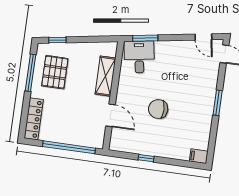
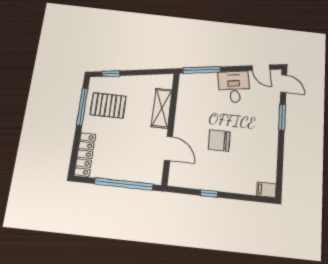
window: (145, 38) -> (202, 70), width x1.44
desk: (139, 57) -> (234, 87), moved
pallet: (55, 72) -> (108, 105), turned 90
window: (218, 103) -> (282, 117), moved

